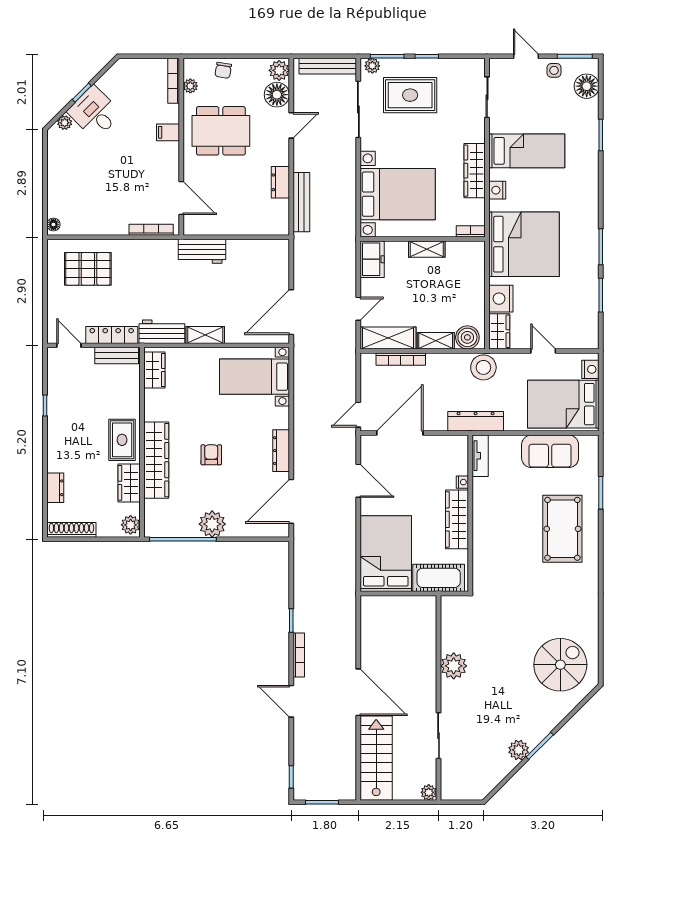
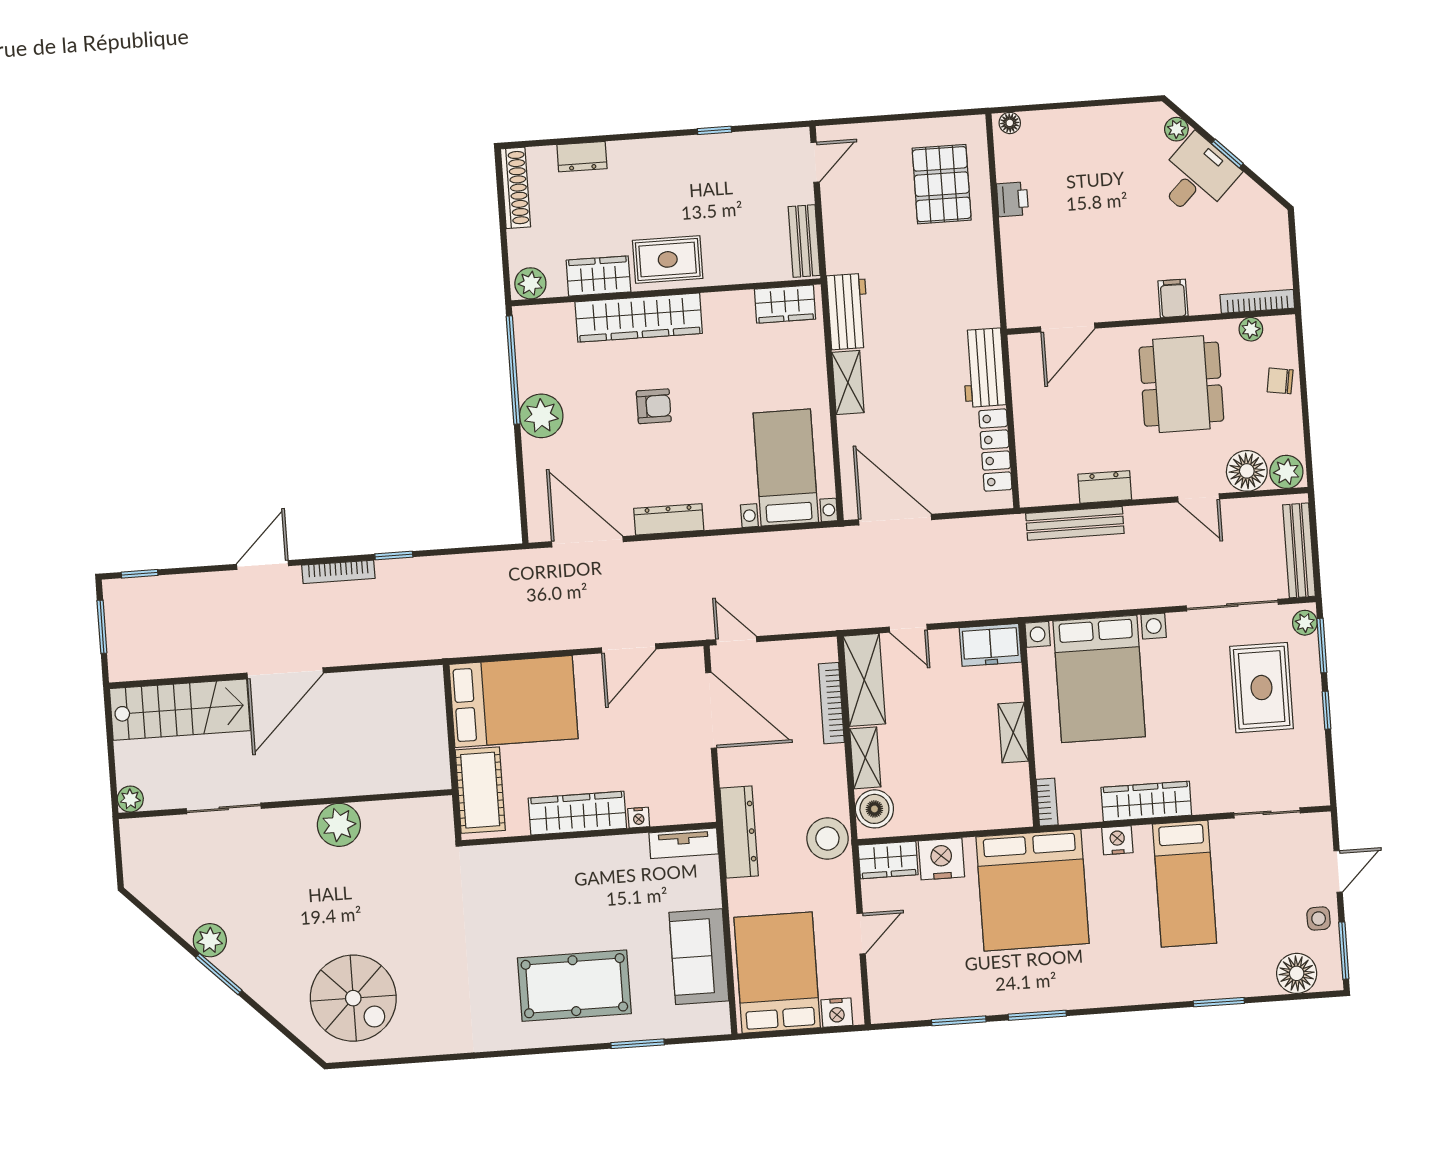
printer: (100, 226) -> (1013, 199), added
bookcase: (151, 230) -> (1013, 282), removed
locker: (112, 335) -> (995, 450), moved, turned 180

